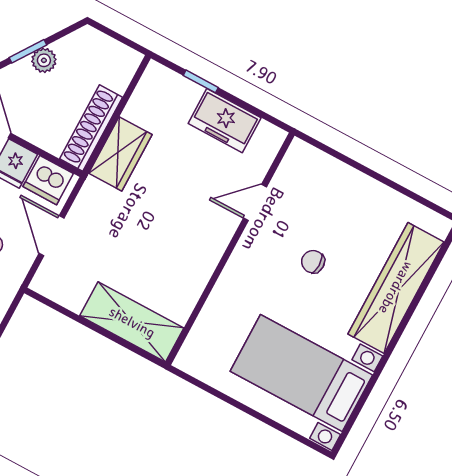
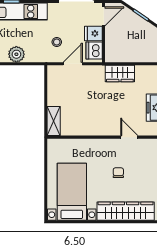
plant: (44, 60) -> (141, 23), removed
shoe rack: (91, 128) -> (124, 56), removed
shelving: (132, 322) -> (54, 121), width x0.67, depth x0.75

